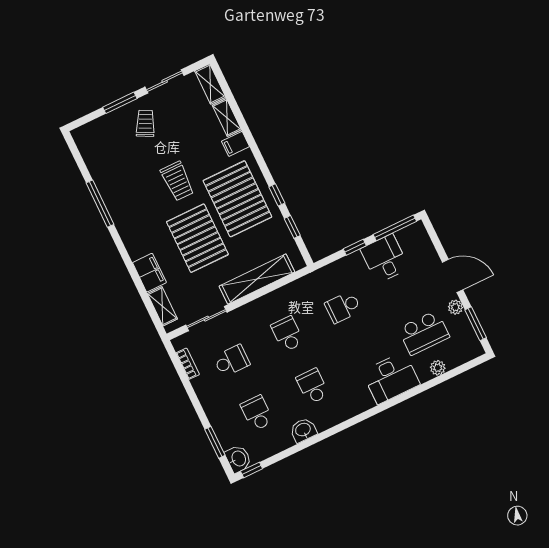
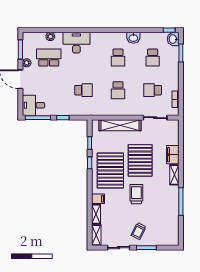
desk: (385, 259) -> (34, 105), moved, turned 90
shelving: (162, 306) -> (174, 175), moved

